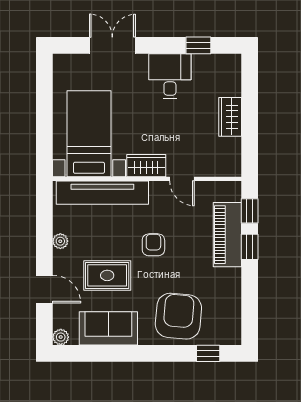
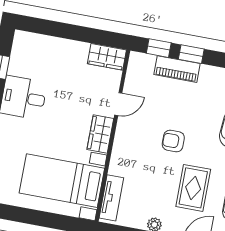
wardrobe: (230, 117) -> (107, 57), moved
tv unit: (102, 193) -> (111, 198), width x0.52, depth x0.78
piano: (227, 235) -> (177, 69), width x0.73, depth x0.75

